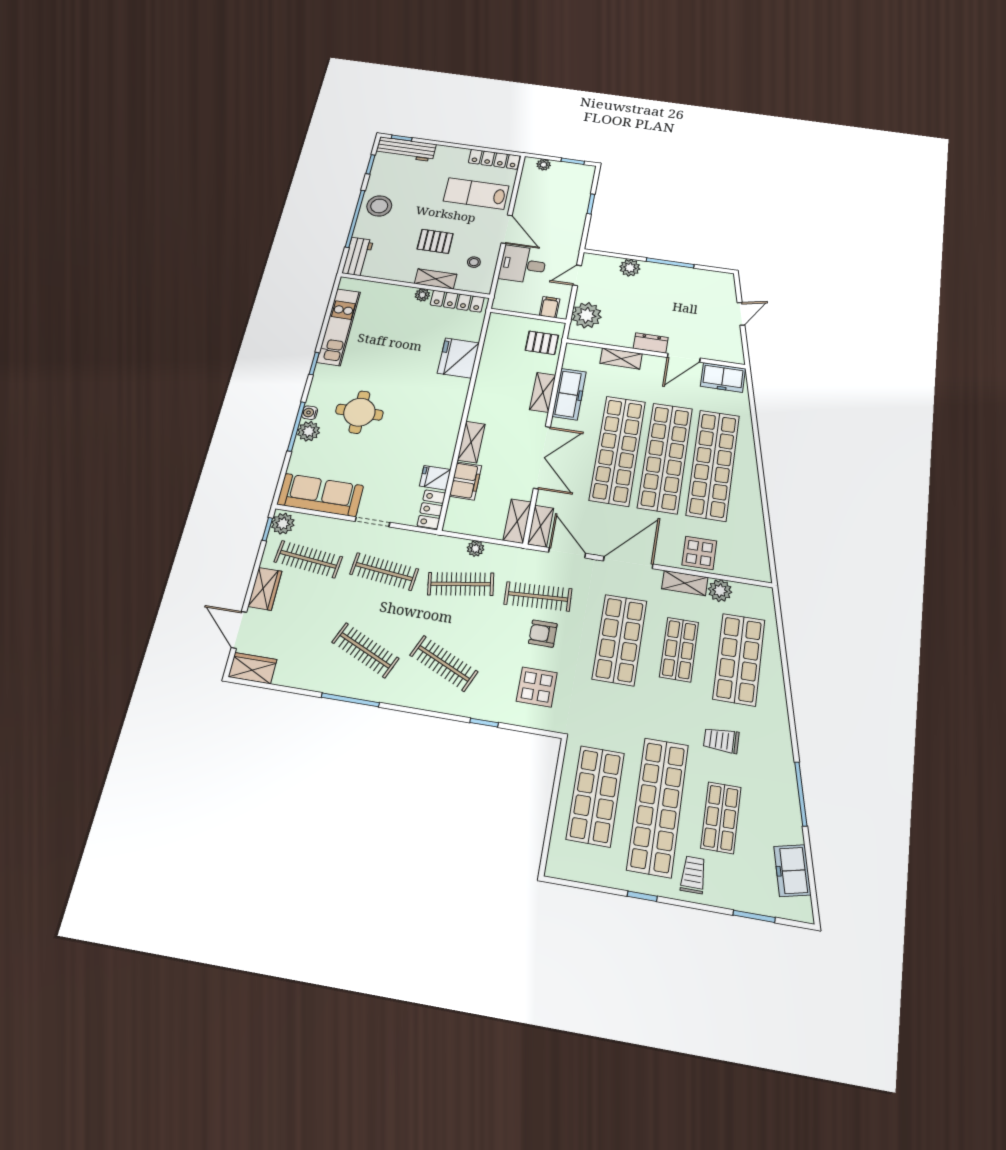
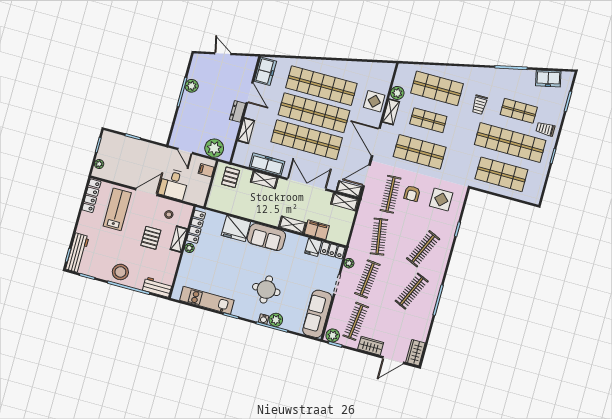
lab bench: (476, 194) -> (117, 209), turned 180
plant: (630, 268) -> (192, 86), moved
sofa: (447, 404) -> (266, 237), added
plant: (475, 549) -> (349, 263), moved

